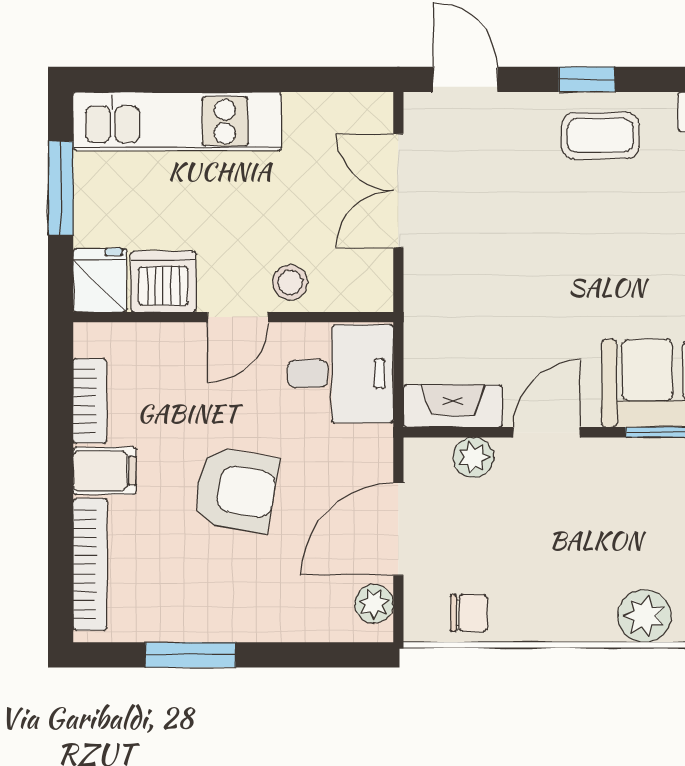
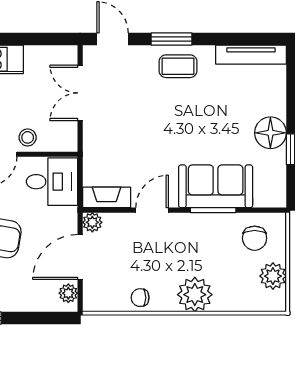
window: (587, 79) -> (172, 39), width x1.50
plant: (473, 457) -> (92, 222), moved
chair: (469, 613) -> (140, 298), moved, turned 180
plant: (644, 616) -> (195, 295), width x1.36, depth x1.36

